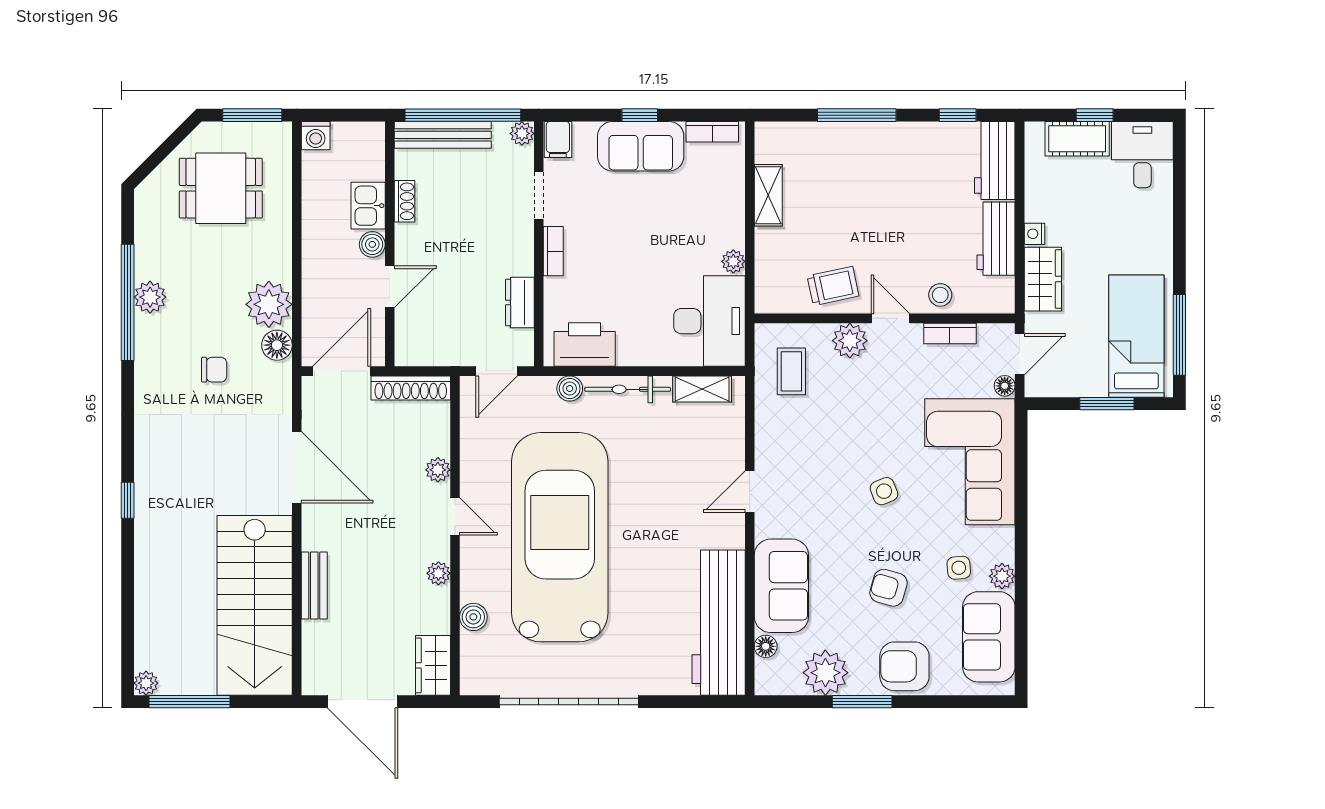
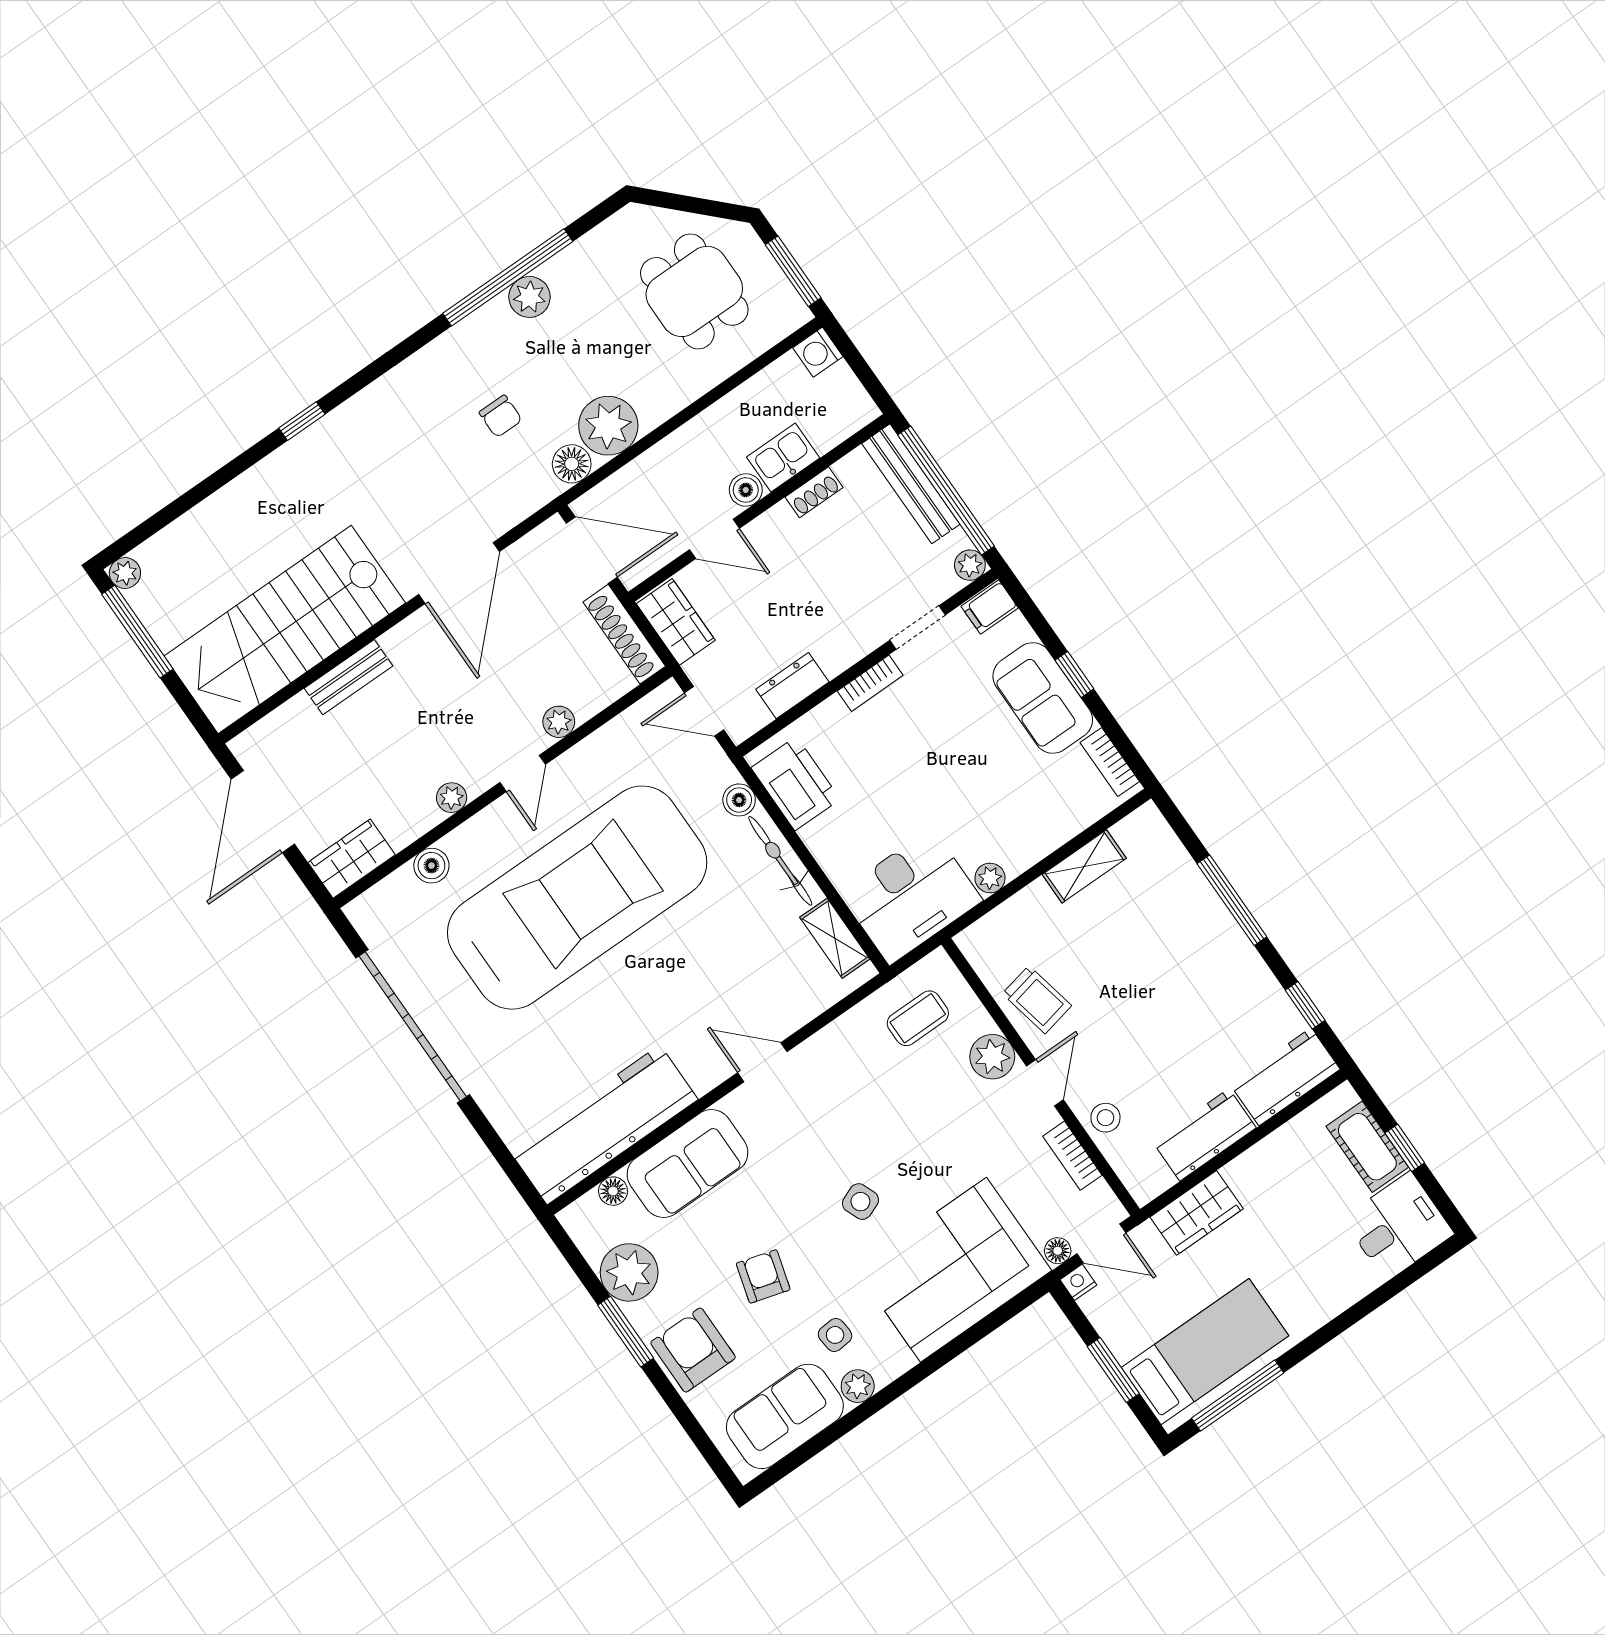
nightstand: (1034, 234) -> (1078, 1282), moved
wardrobe: (426, 349) -> (676, 622), added

